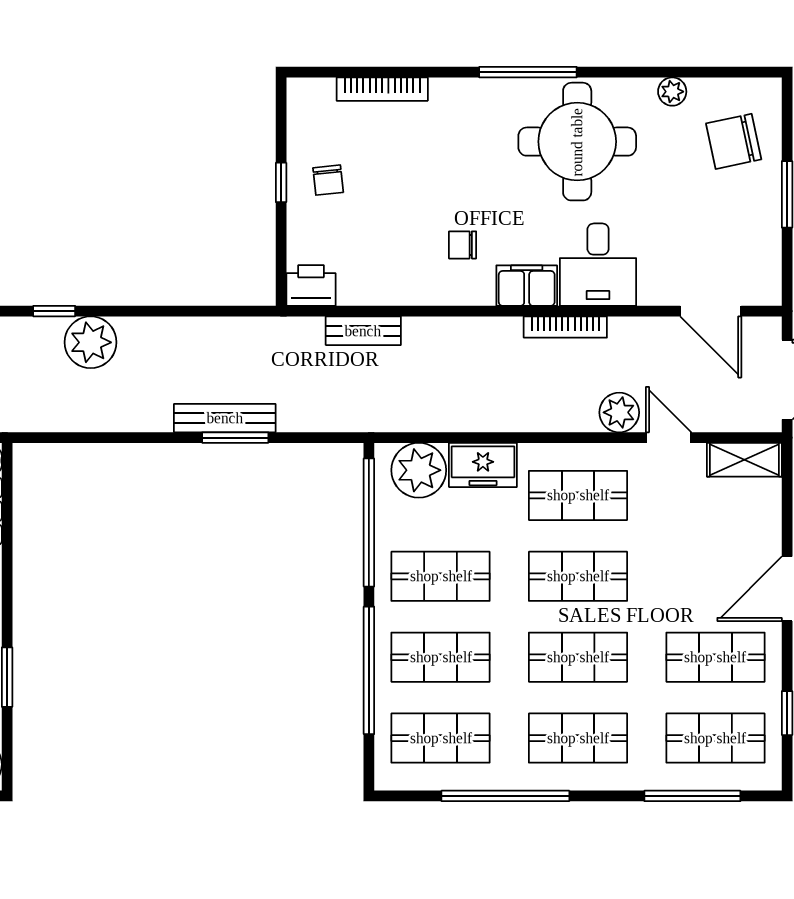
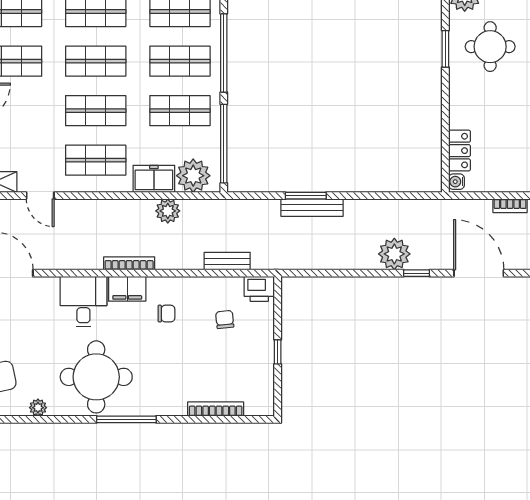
chair: (328, 180) -> (225, 320), moved
bookcase: (565, 327) -> (129, 263), moved
plant: (619, 412) -> (168, 211), moved

